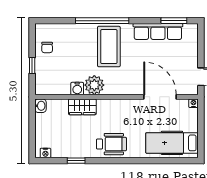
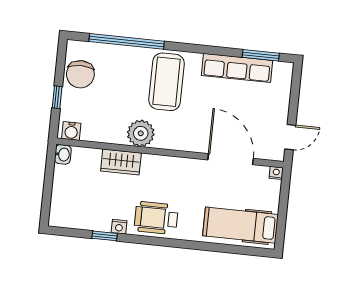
window: (102, 21) -> (127, 41), moved
chair: (47, 48) -> (80, 74), width x1.87, depth x1.87
water cooler: (77, 89) -> (71, 131), moved
wheelchair: (111, 144) -> (156, 218), turned 180
nightstand: (45, 153) -> (119, 227), moved

